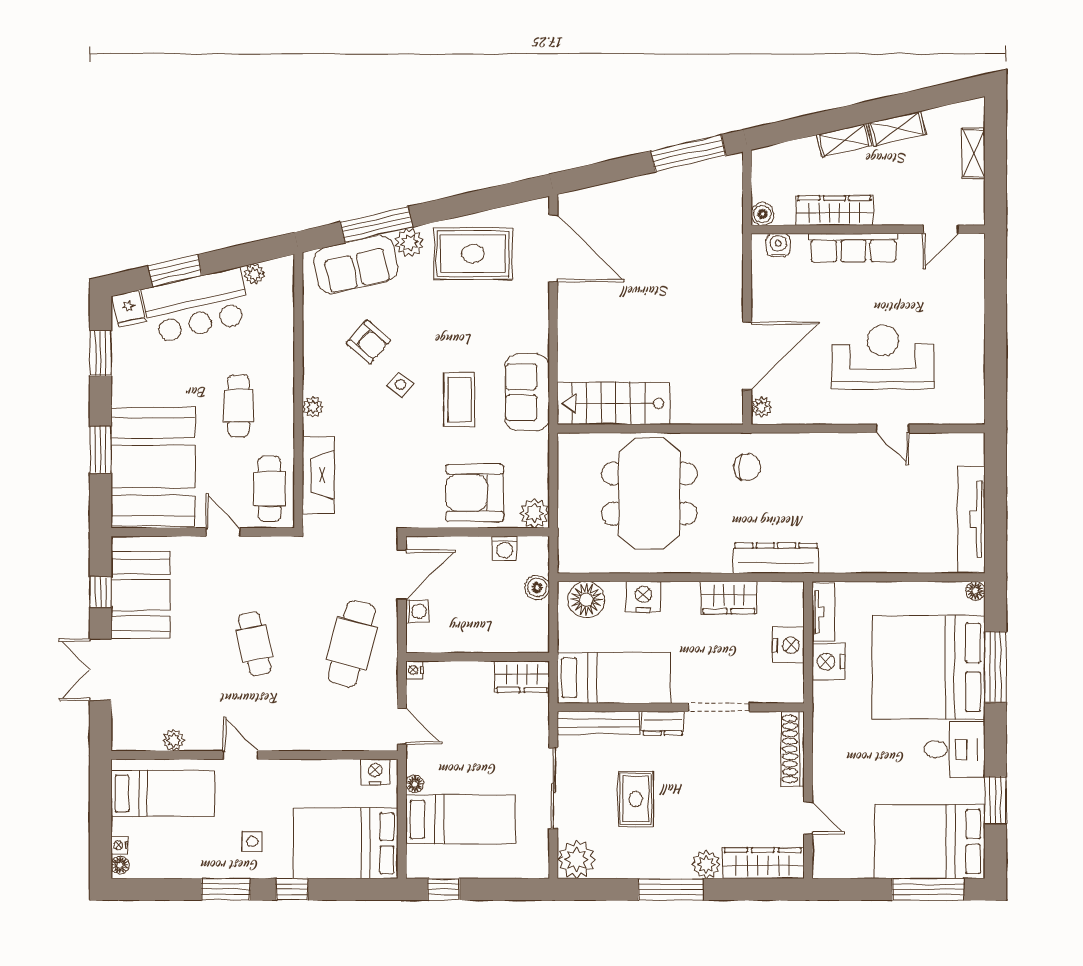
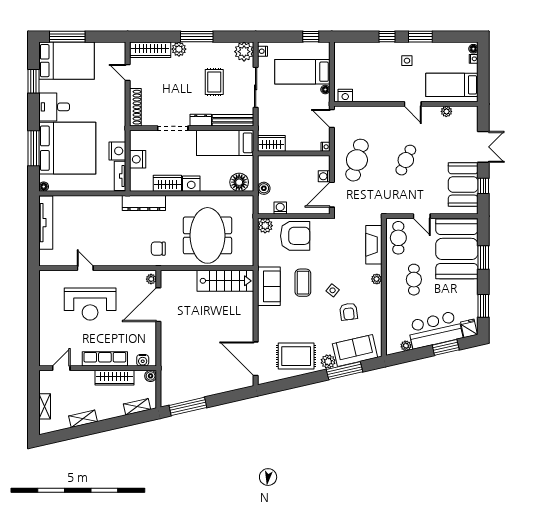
shelving: (844, 140) -> (137, 407), moved
armchair: (368, 342) -> (349, 312), turned -138
nightstand: (643, 597) -> (191, 184), moved
cafe table: (255, 644) -> (406, 160), turned 36
bed: (346, 843) -> (360, 60), removed
nightstand: (540, 860) -> (262, 51), added

